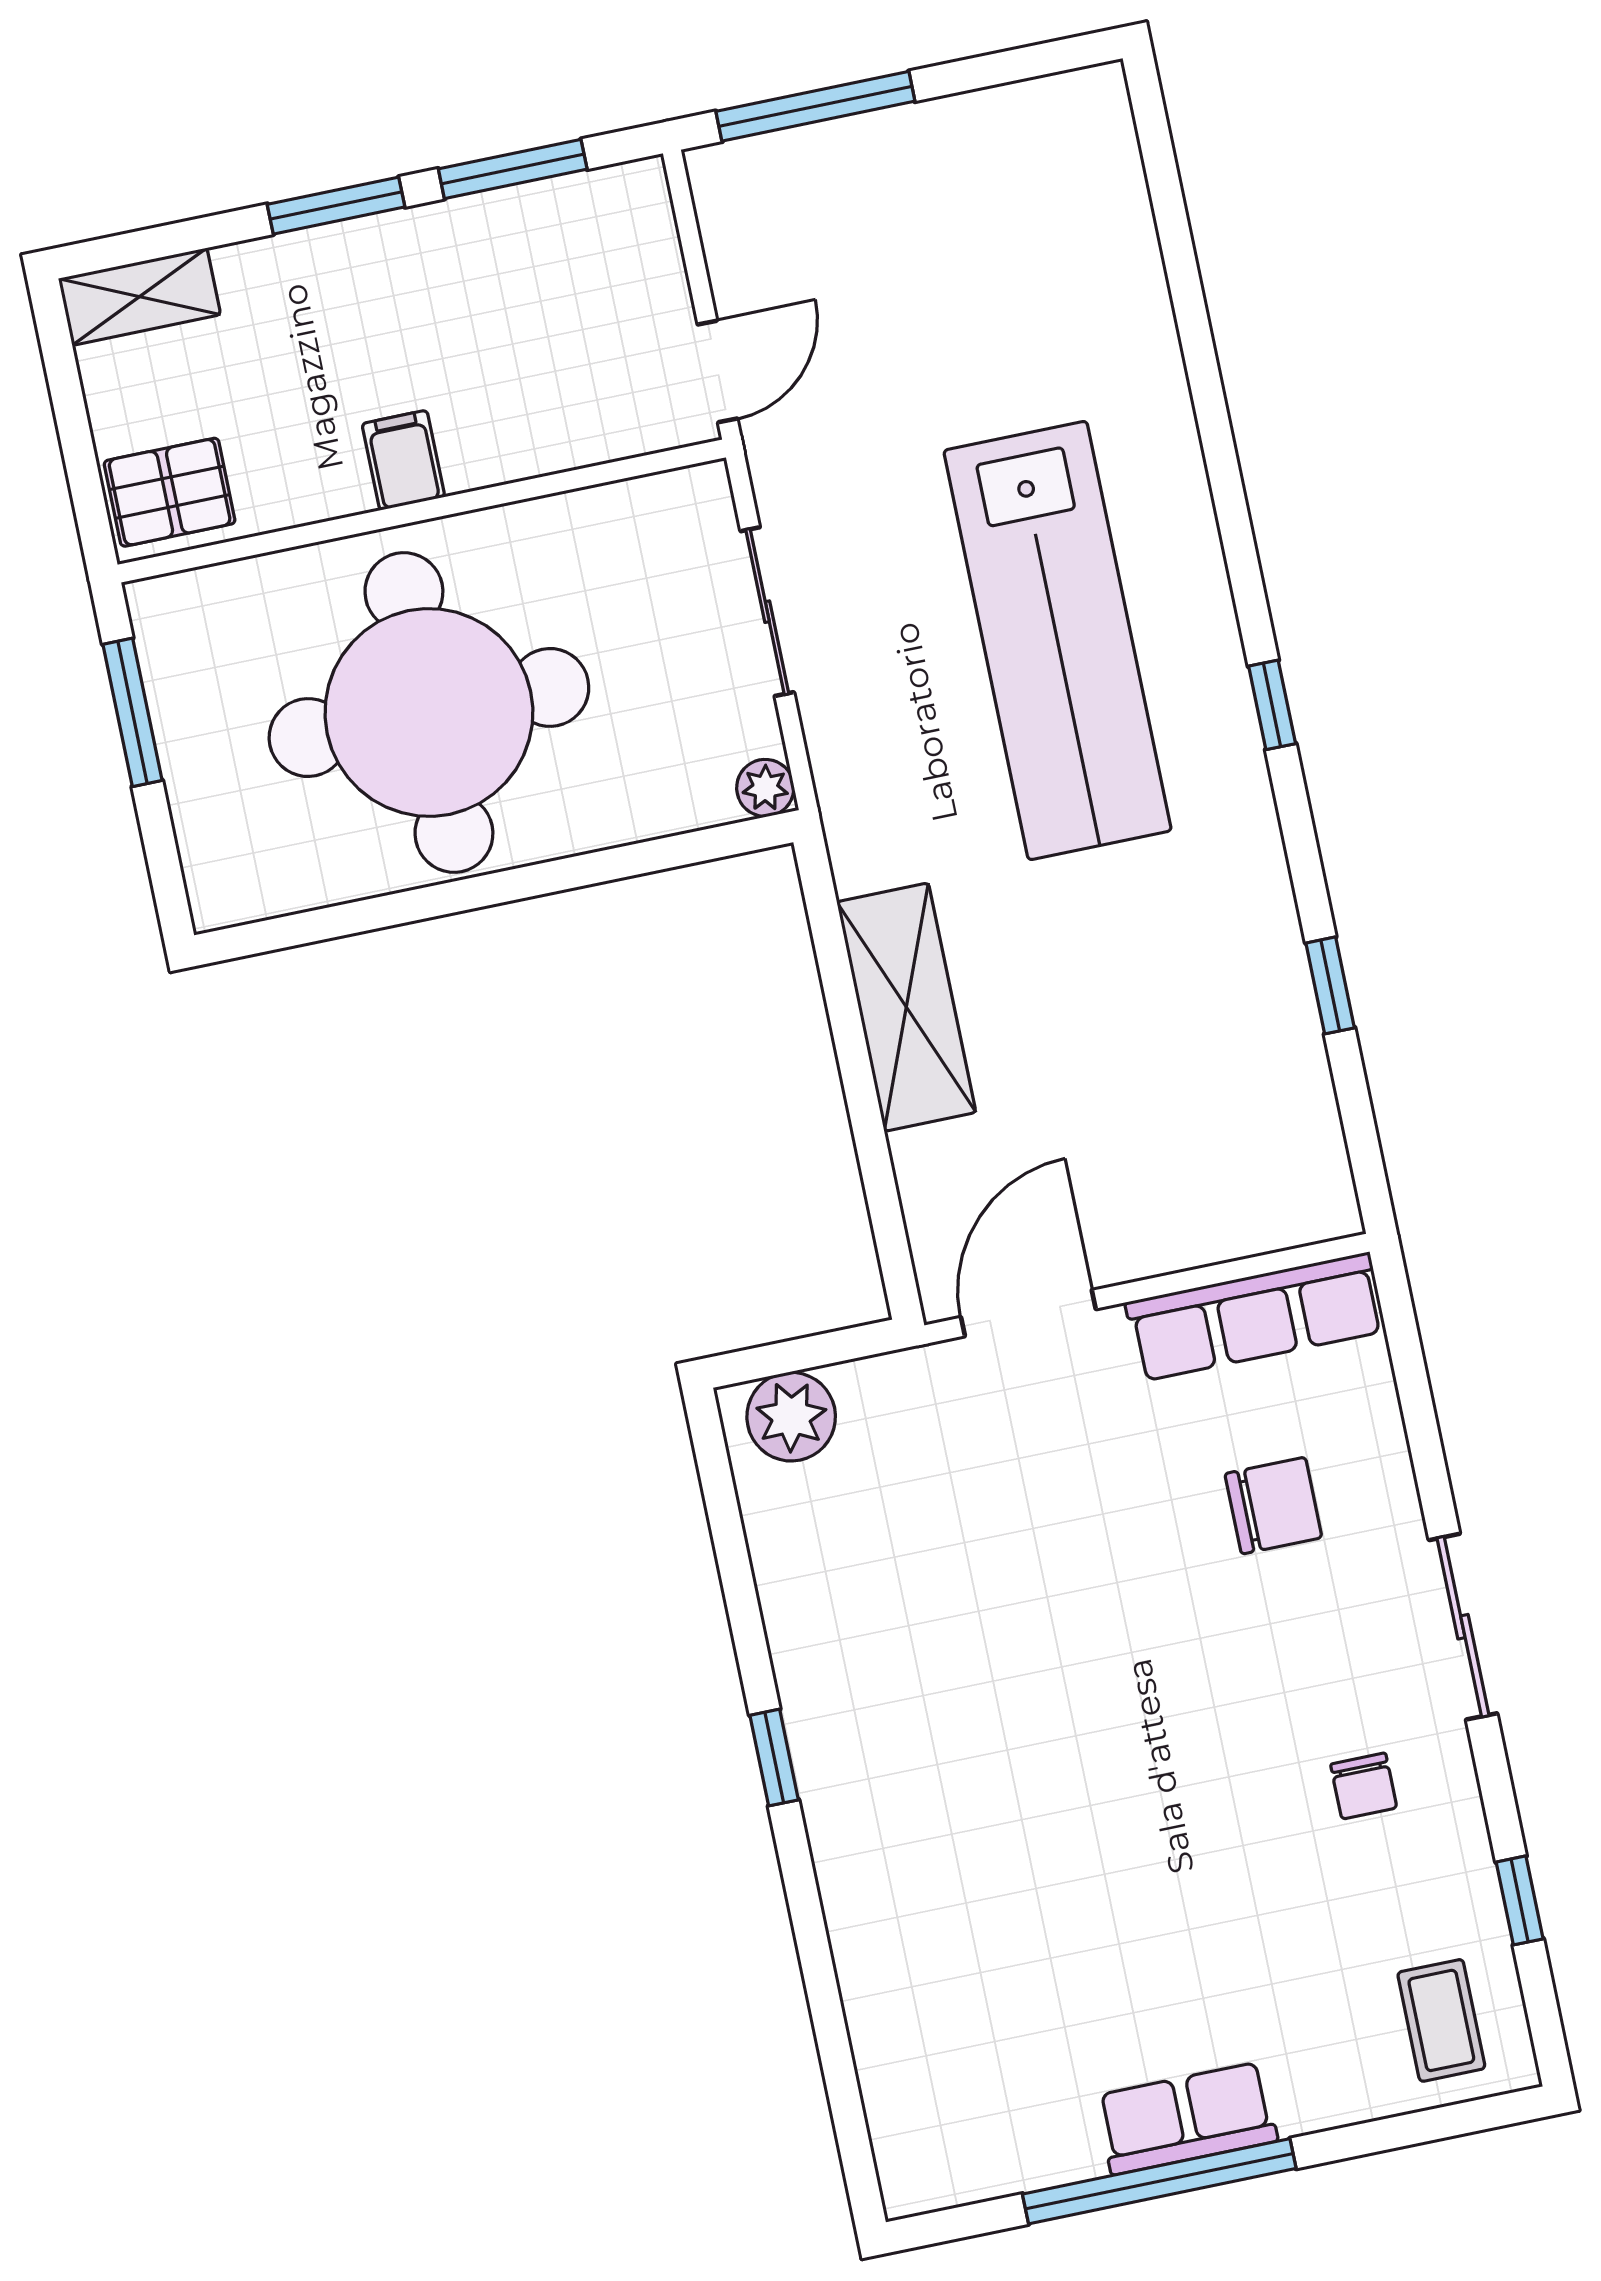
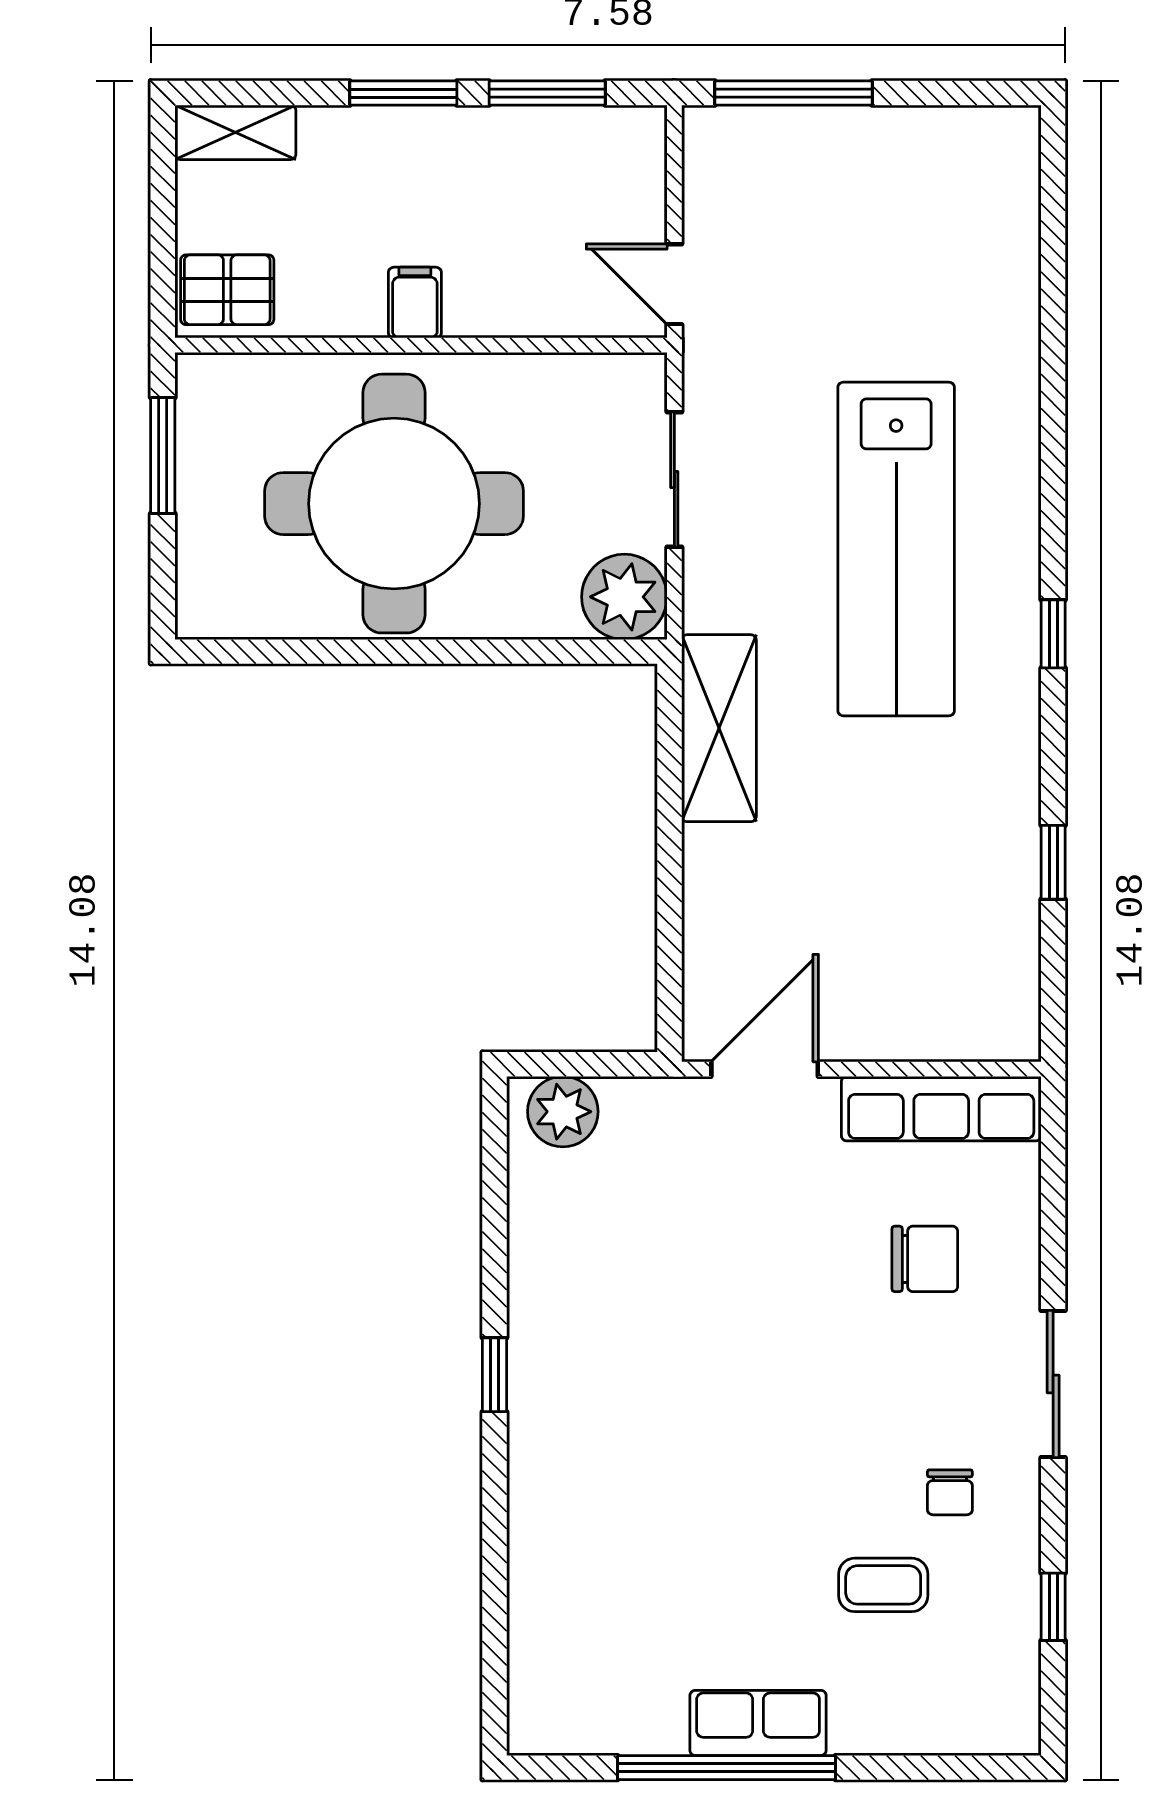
door: (718, 371) -> (674, 284), swing flipped
plant: (765, 788) -> (624, 597), width x1.88, depth x1.88
shelving: (906, 1007) -> (719, 728), moved
coffee table: (1441, 2020) -> (883, 1585), moved, turned 90

